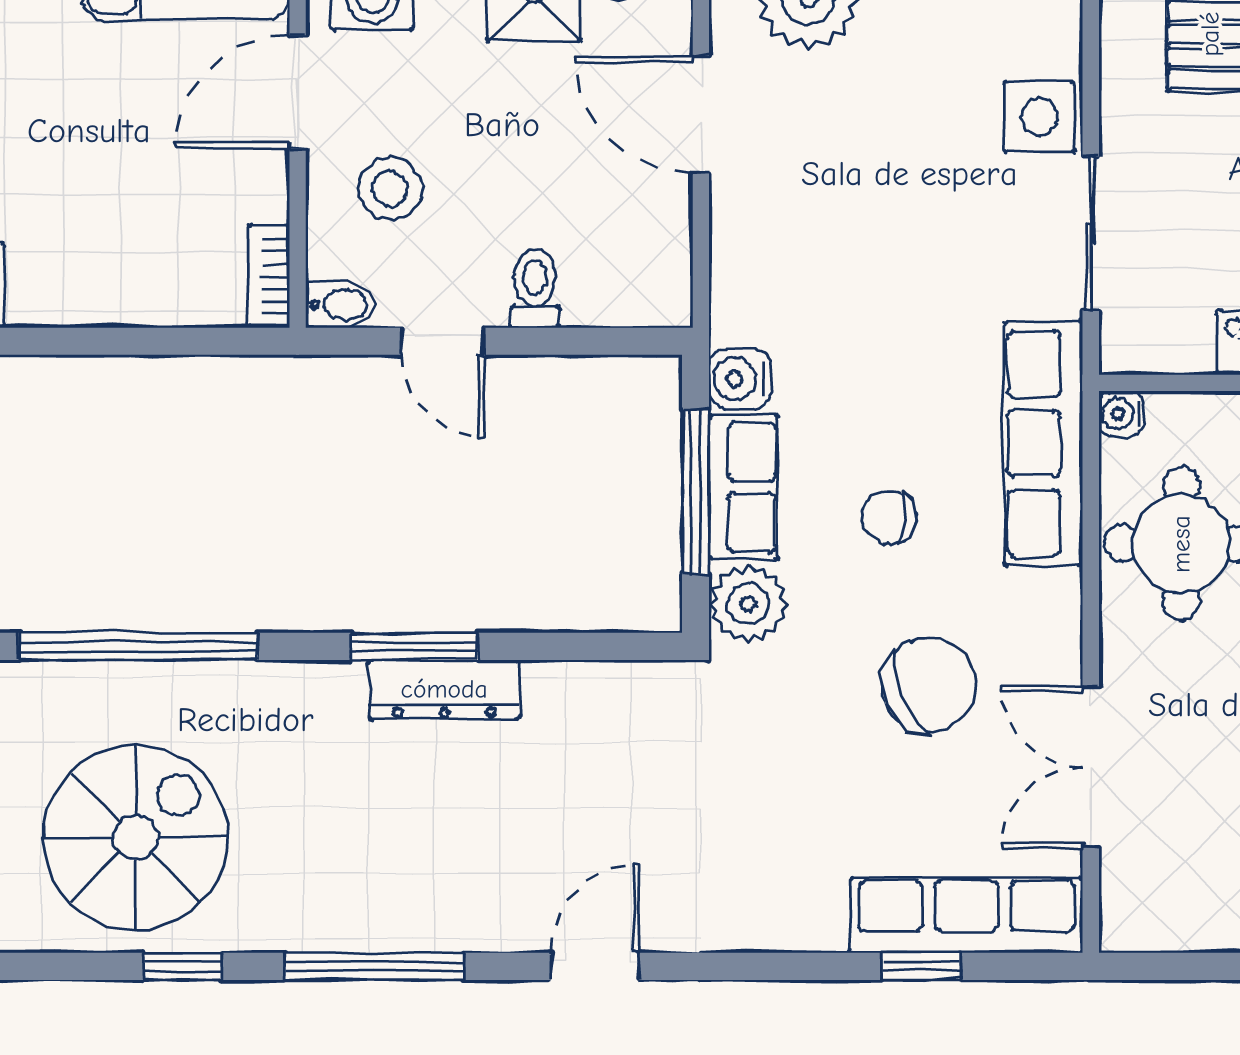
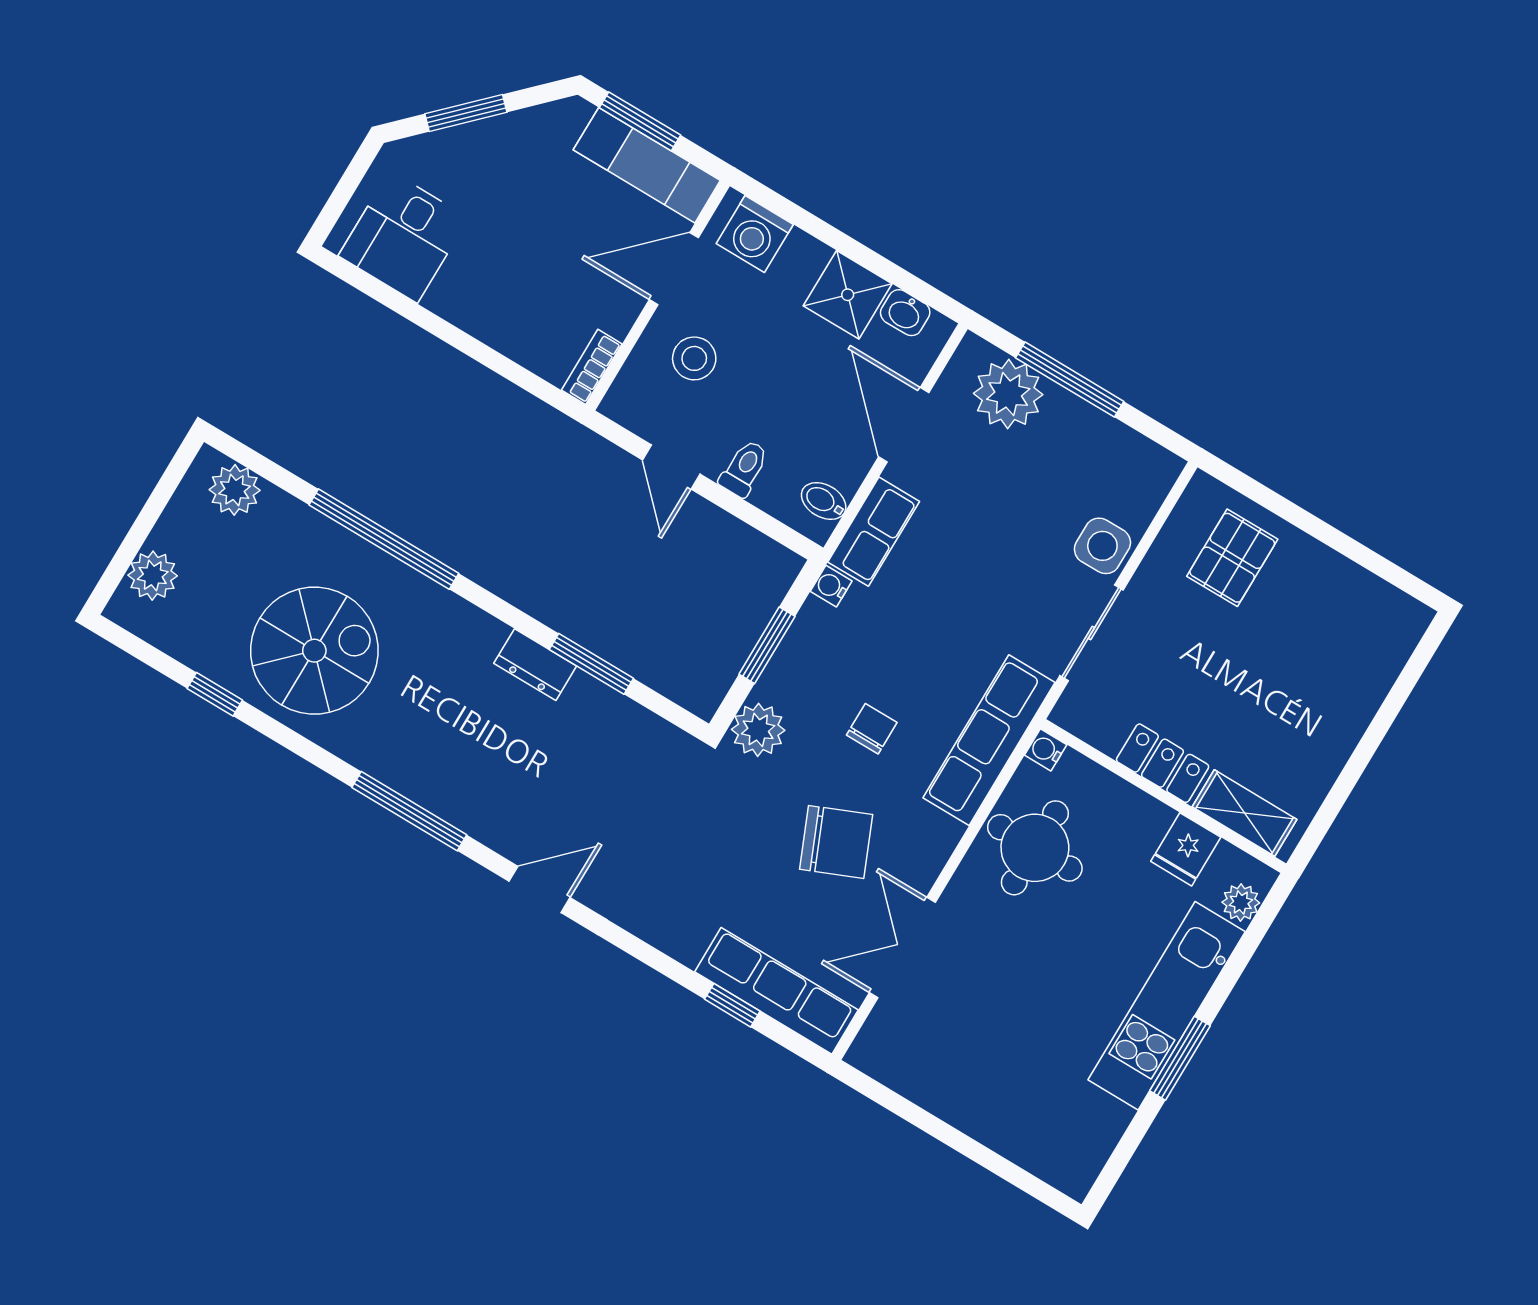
bidet: (340, 304) -> (824, 501), moved, turned 180
water cooler: (740, 379) -> (831, 586), width x0.72, depth x0.72
row of seats: (743, 487) -> (874, 532), moved
window: (695, 492) -> (767, 645), width x0.69
chair: (889, 517) -> (872, 729), turned 87
window: (414, 646) -> (591, 664), moved
dresser: (444, 689) -> (535, 665), width x0.70
window: (182, 966) -> (215, 694), moved

